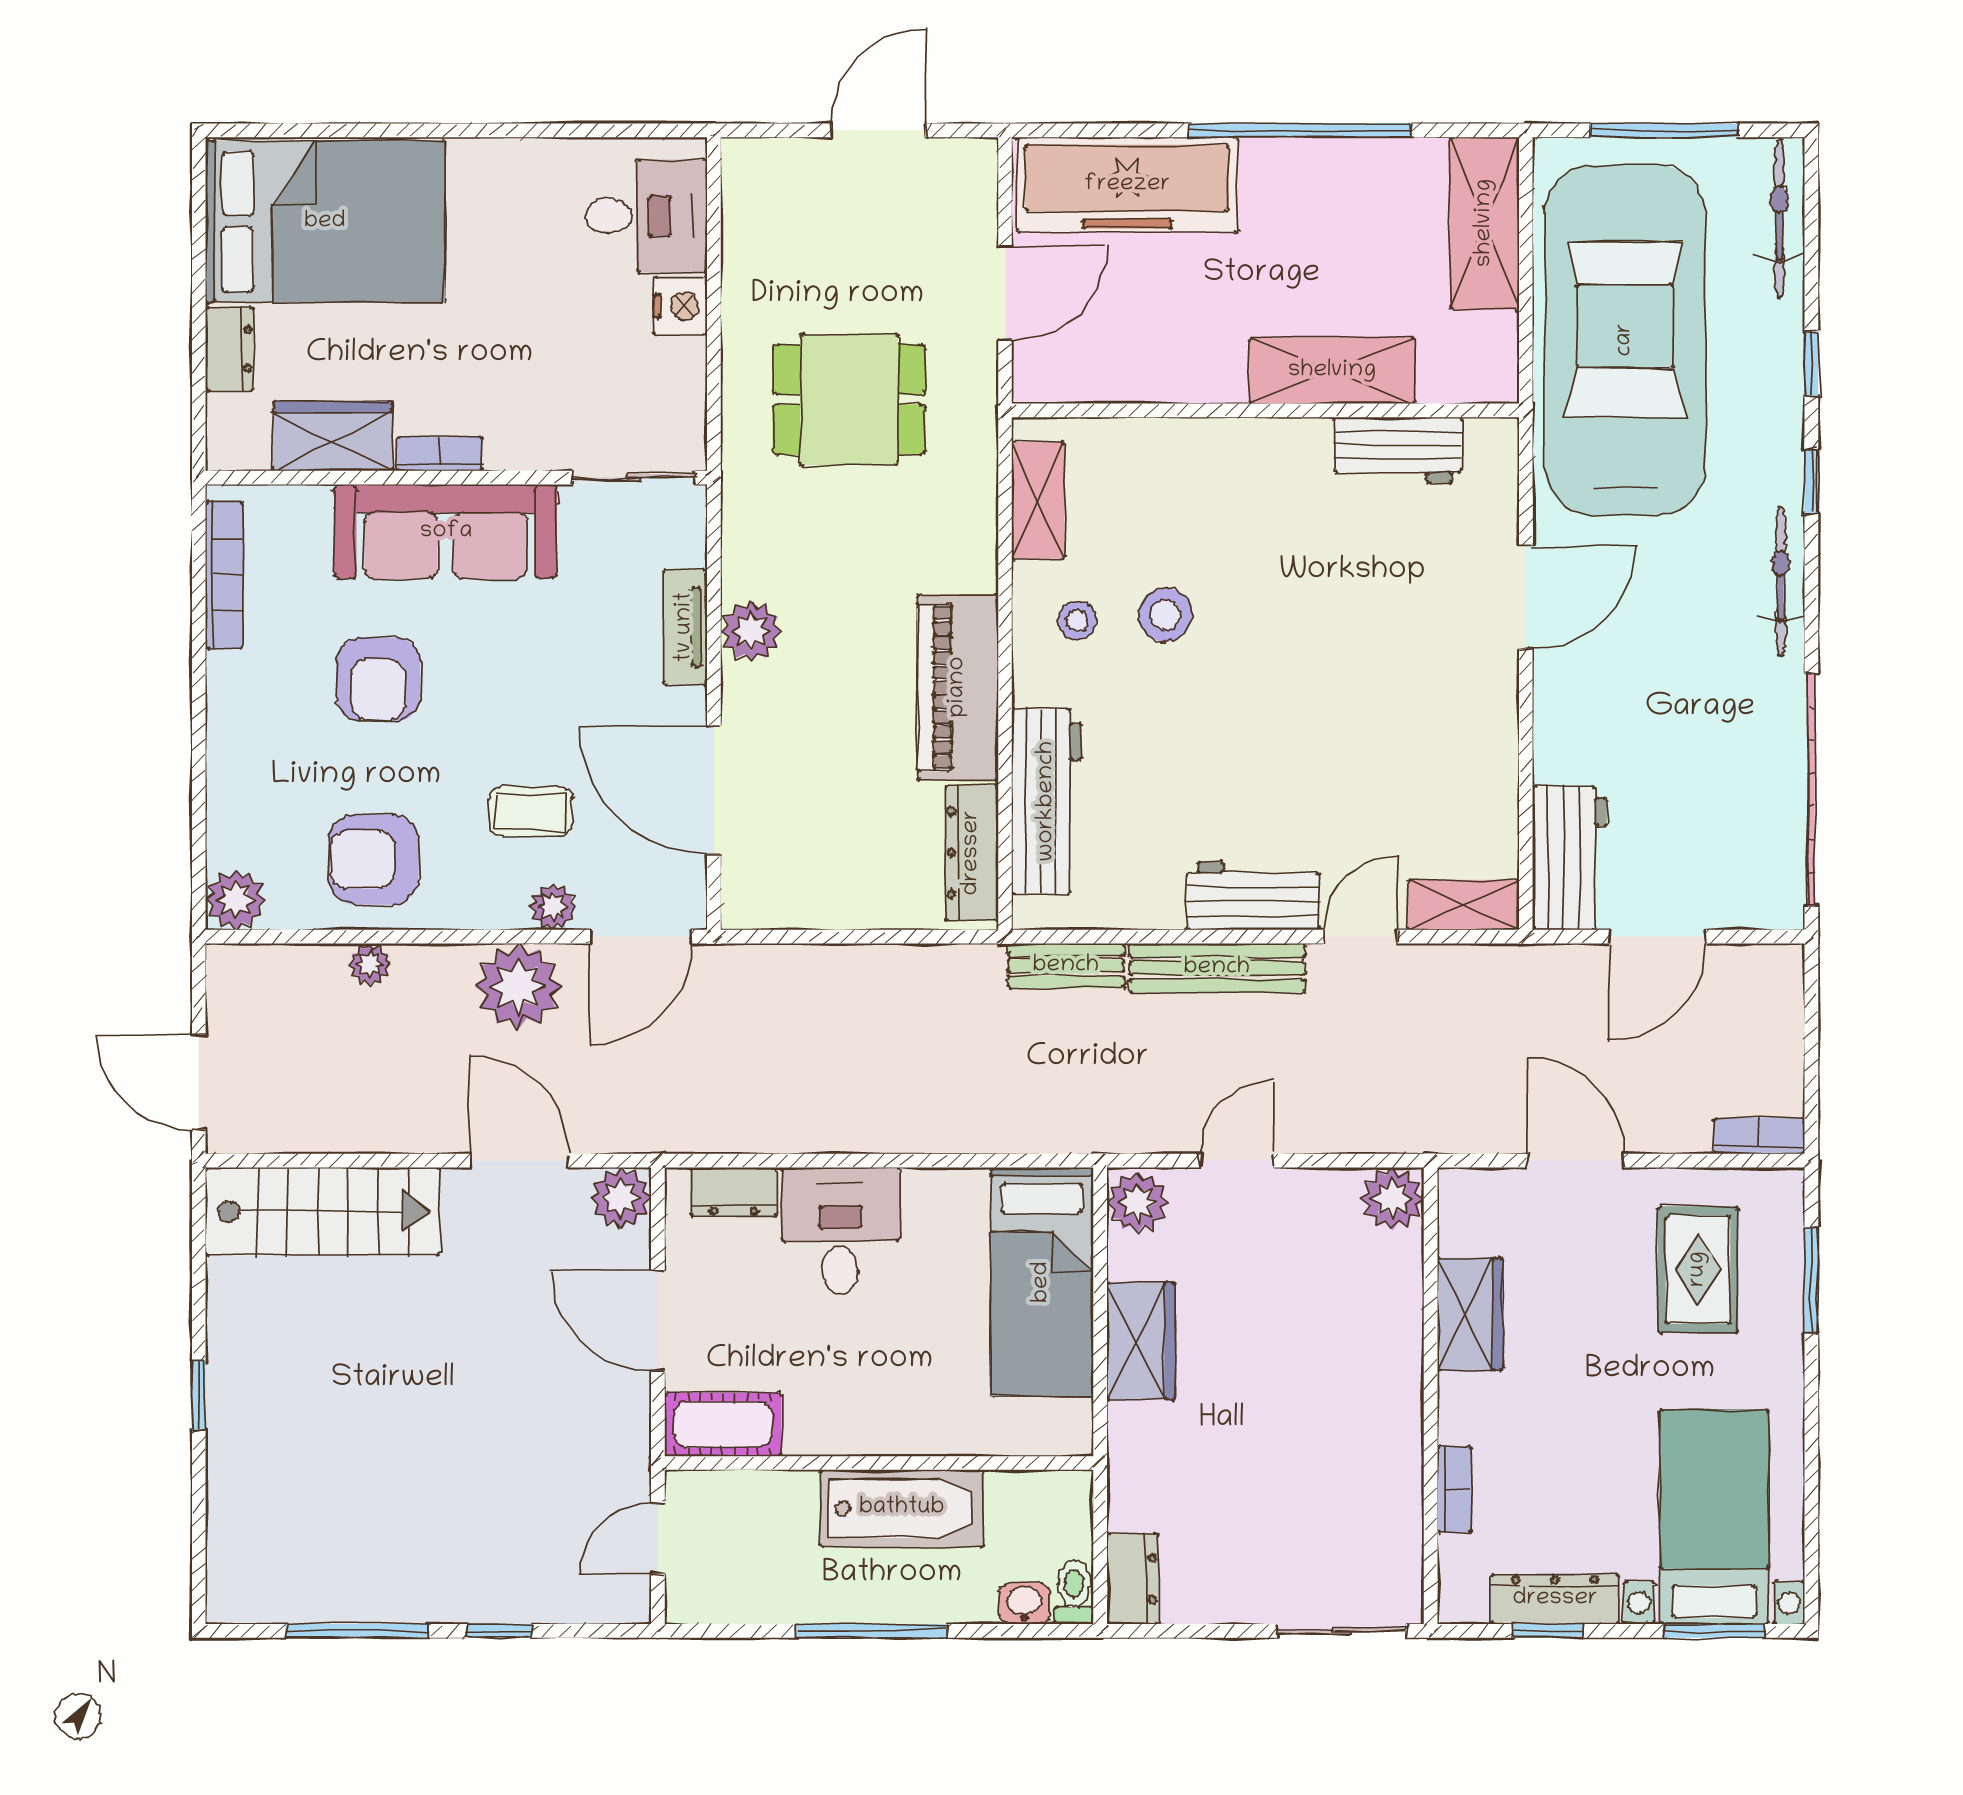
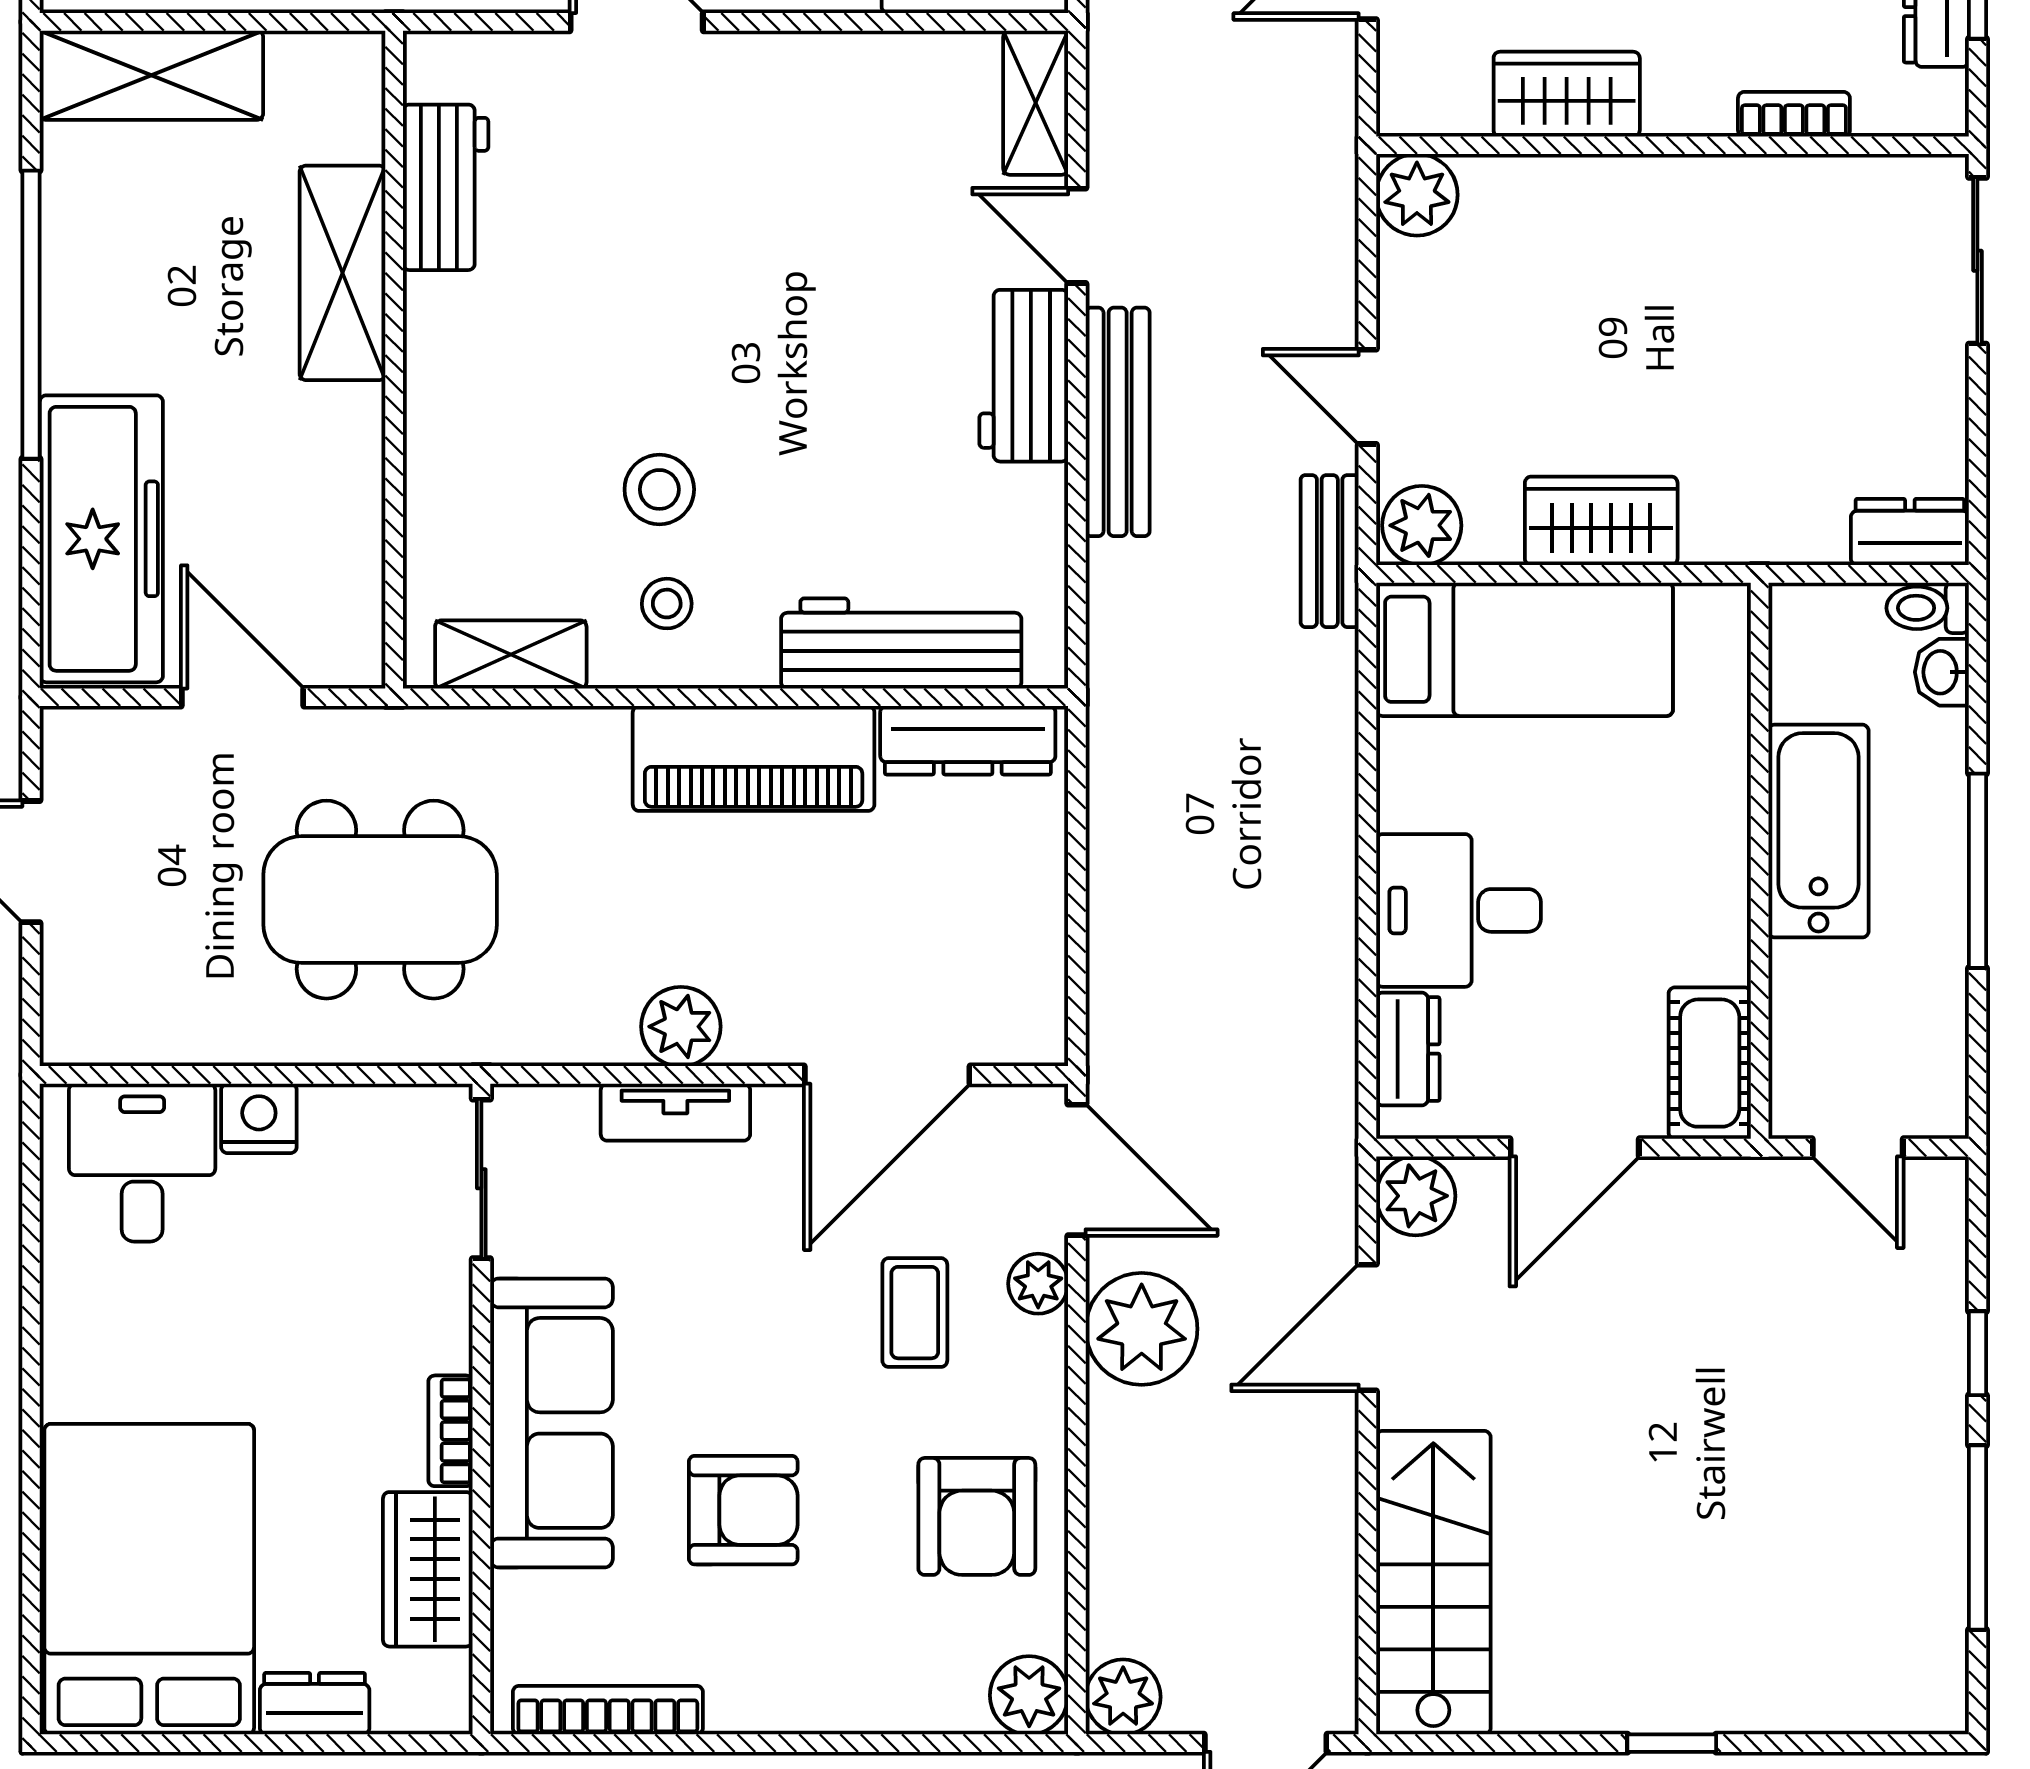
dining table: (849, 400) -> (380, 900), width x1.38
plant: (370, 964) -> (1123, 1697), moved, width x1.38, depth x1.38
bench: (1066, 966) -> (1330, 551), moved

